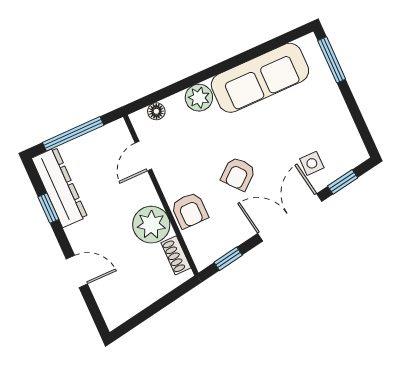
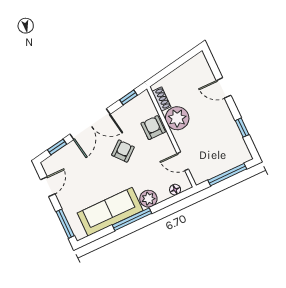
window: (225, 65) -> (132, 219), added
door: (358, 119) -> (48, 187), added
door: (143, 156) -> (183, 161), swing flipped
side table: (312, 163) -> (77, 158), removed
dresser: (59, 187) -> (235, 141), removed

